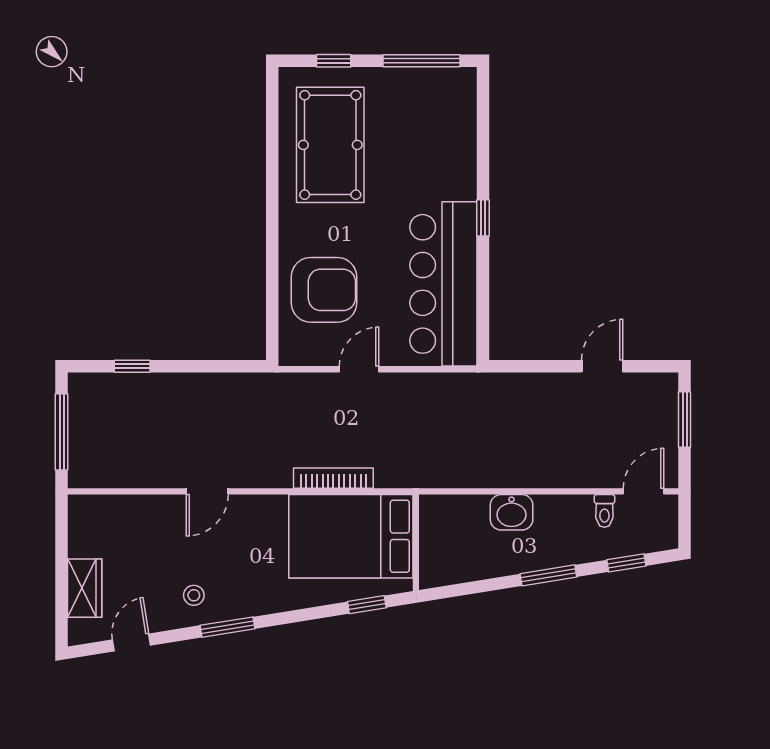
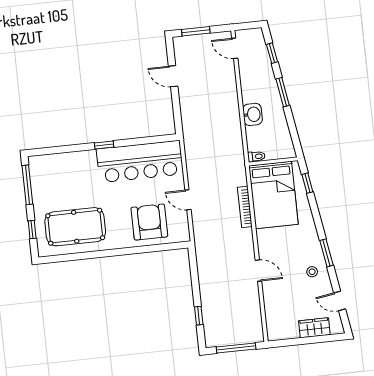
toilet: (604, 511) -> (256, 156), moved

